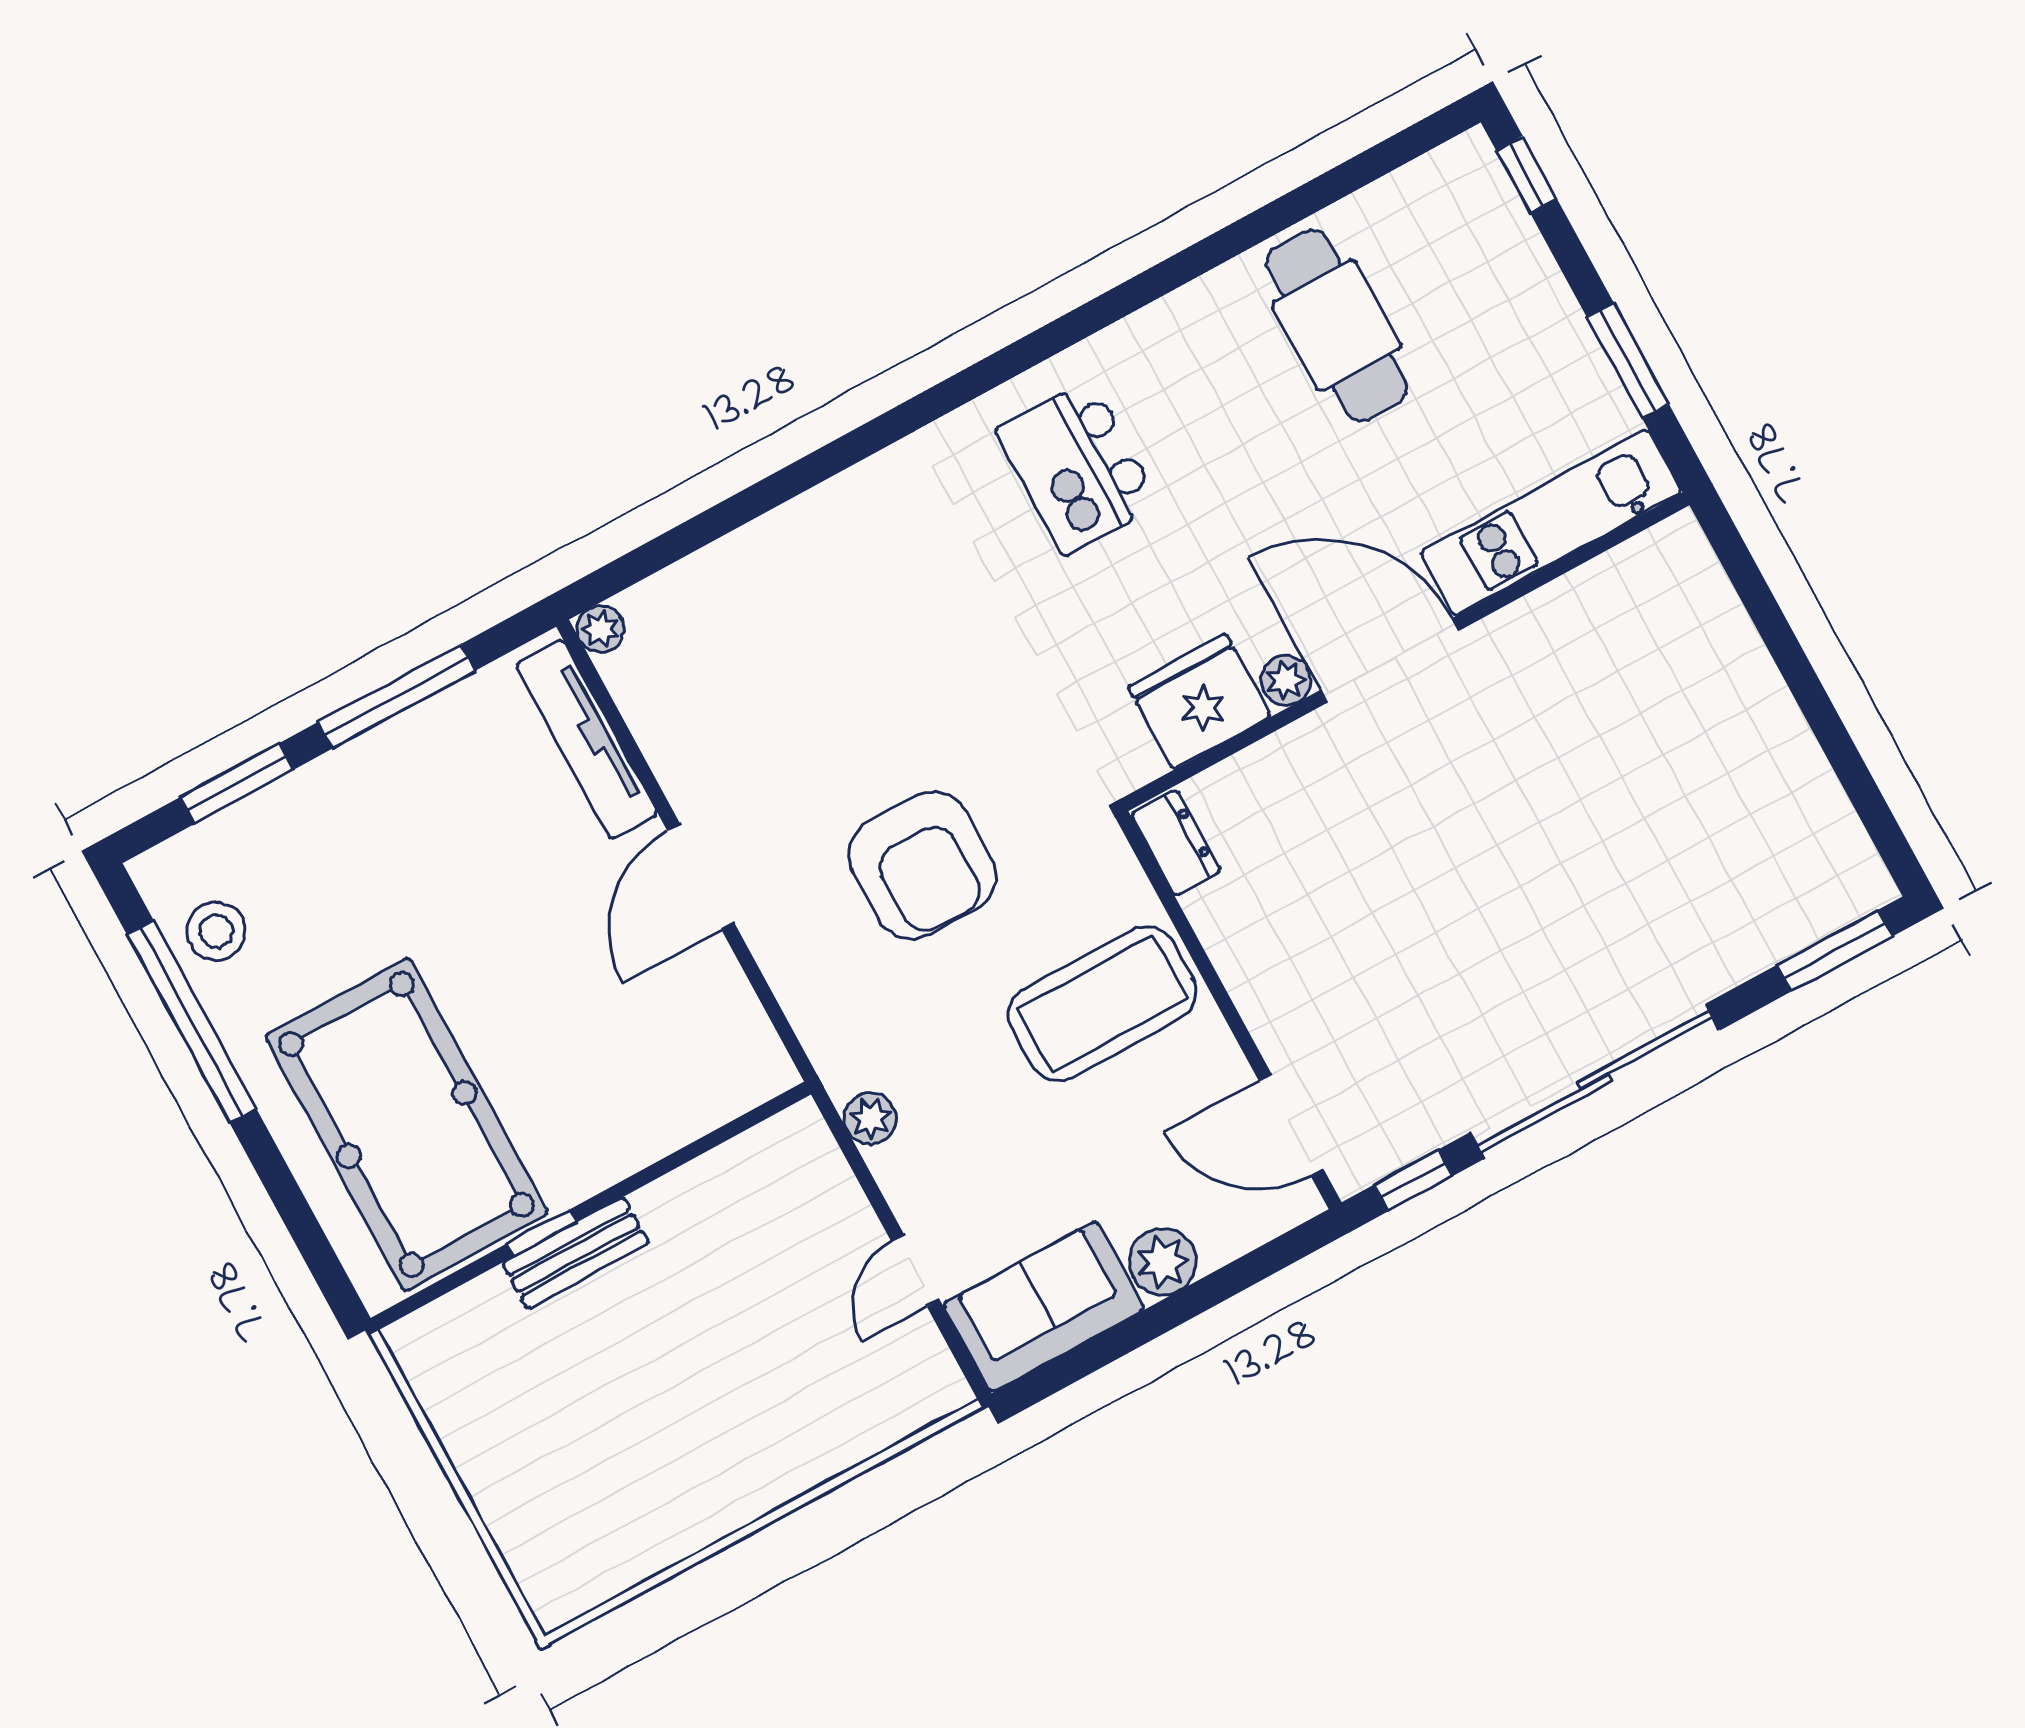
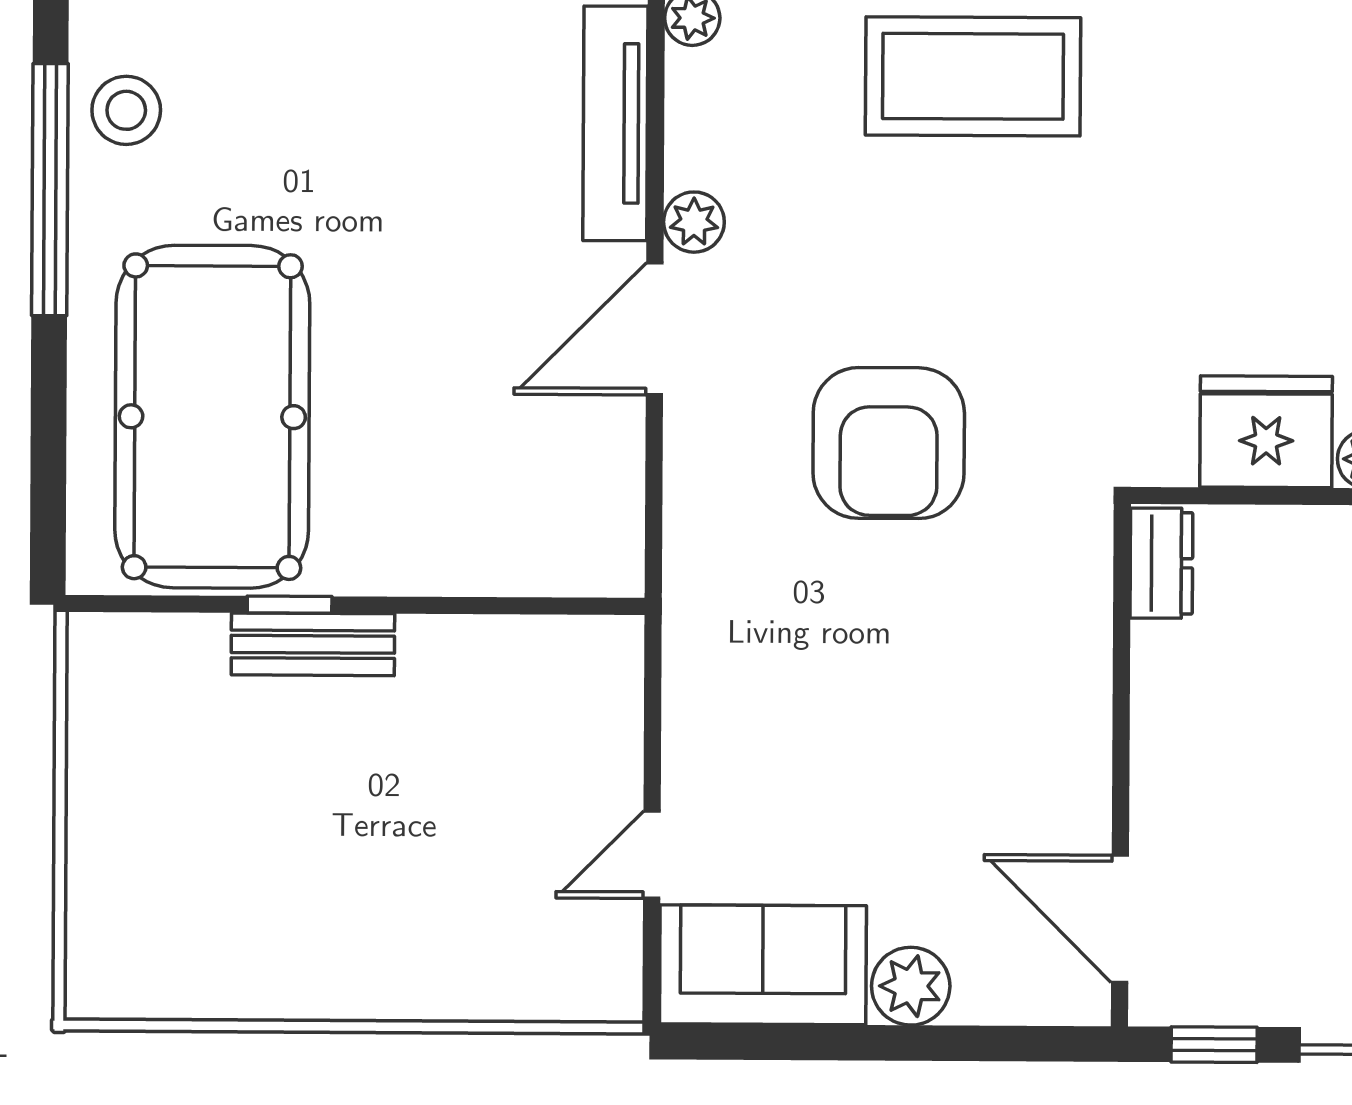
kitchen island: (1078, 467) -> (1274, 122), removed
coffee table: (1102, 1004) -> (973, 76), moved
plant: (870, 1119) -> (694, 222), moved

